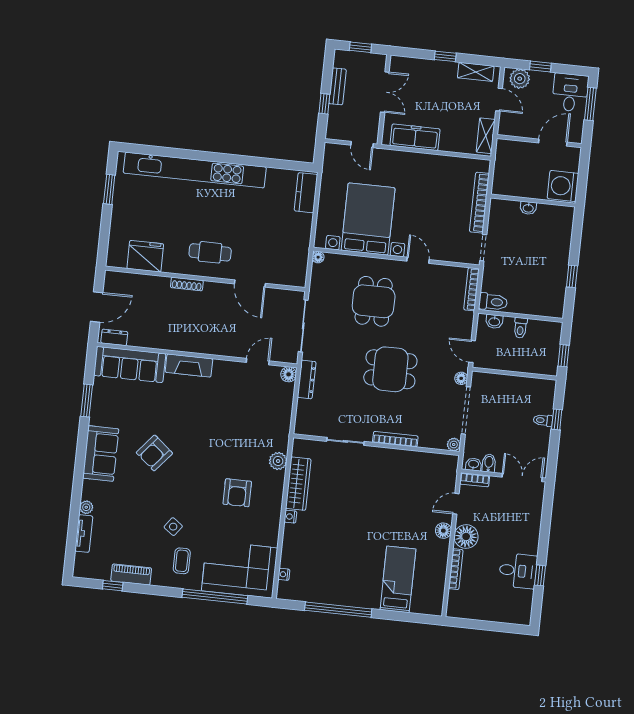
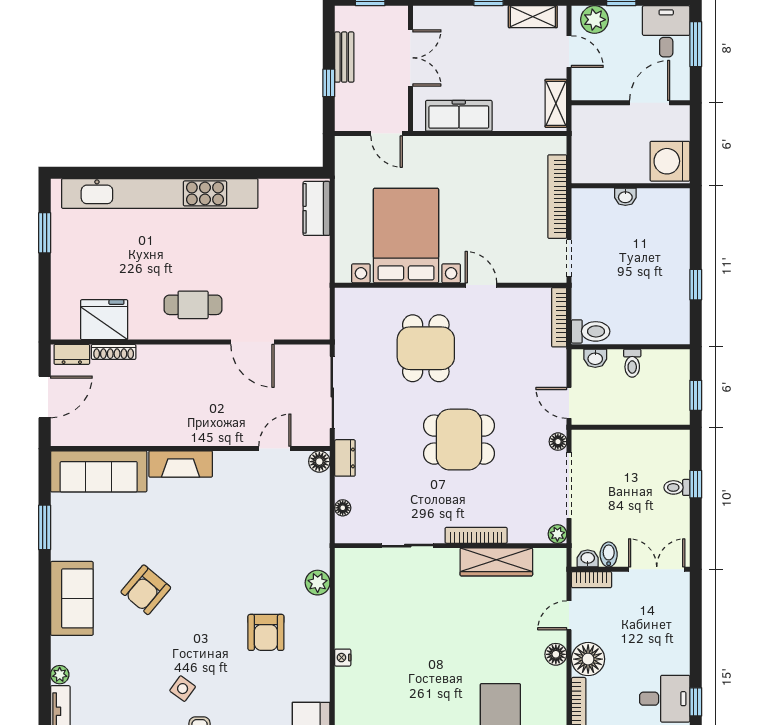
floor lamp: (318, 257) -> (343, 508), moved
shoe rack: (187, 284) -> (114, 352), moved
dresser: (114, 337) -> (72, 354), moved, turned 180
dresser: (307, 379) -> (345, 458), width x0.70
wardrobe: (298, 484) -> (496, 562), moved, turned 90

